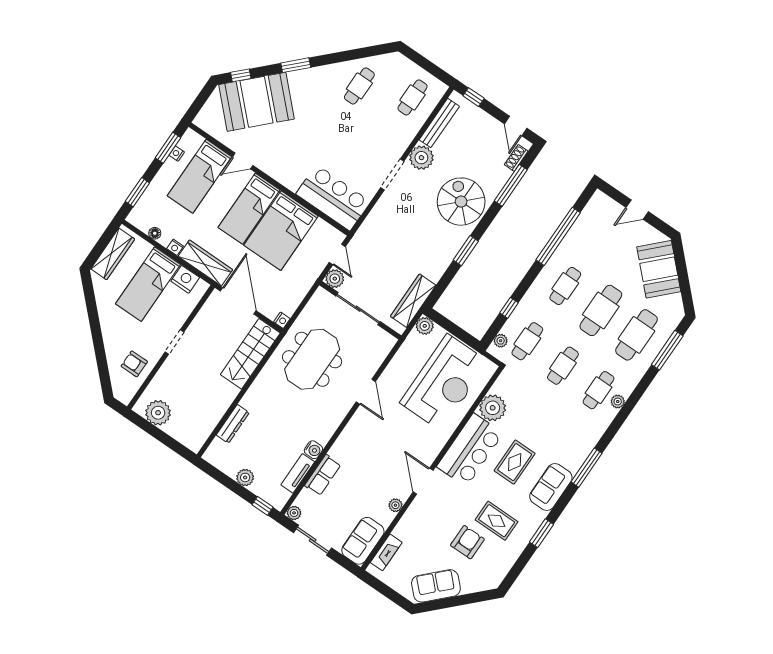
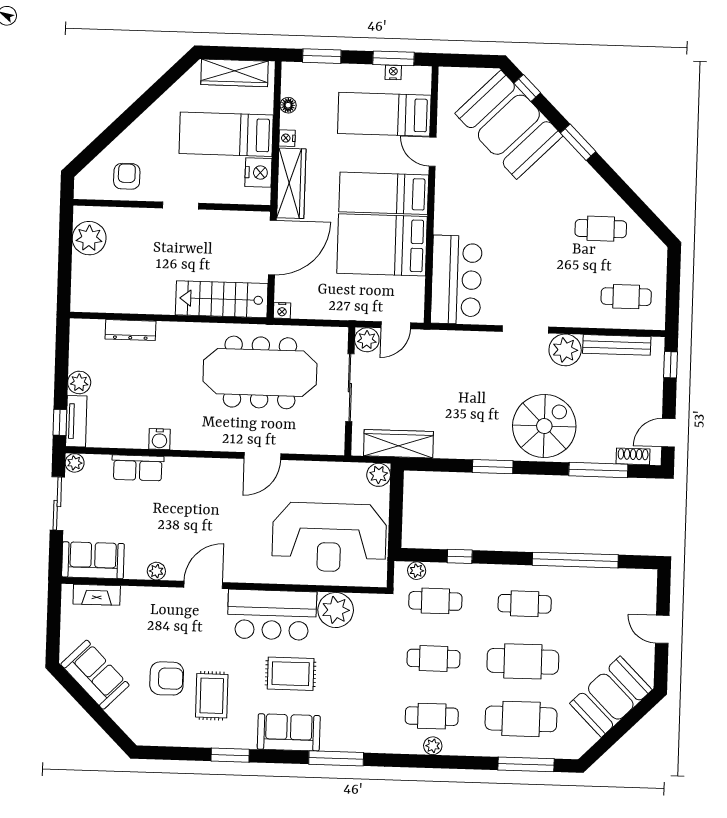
meeting table: (312, 359) -> (260, 372), width x1.36
tv unit: (298, 473) -> (76, 421), moved, turned 90

